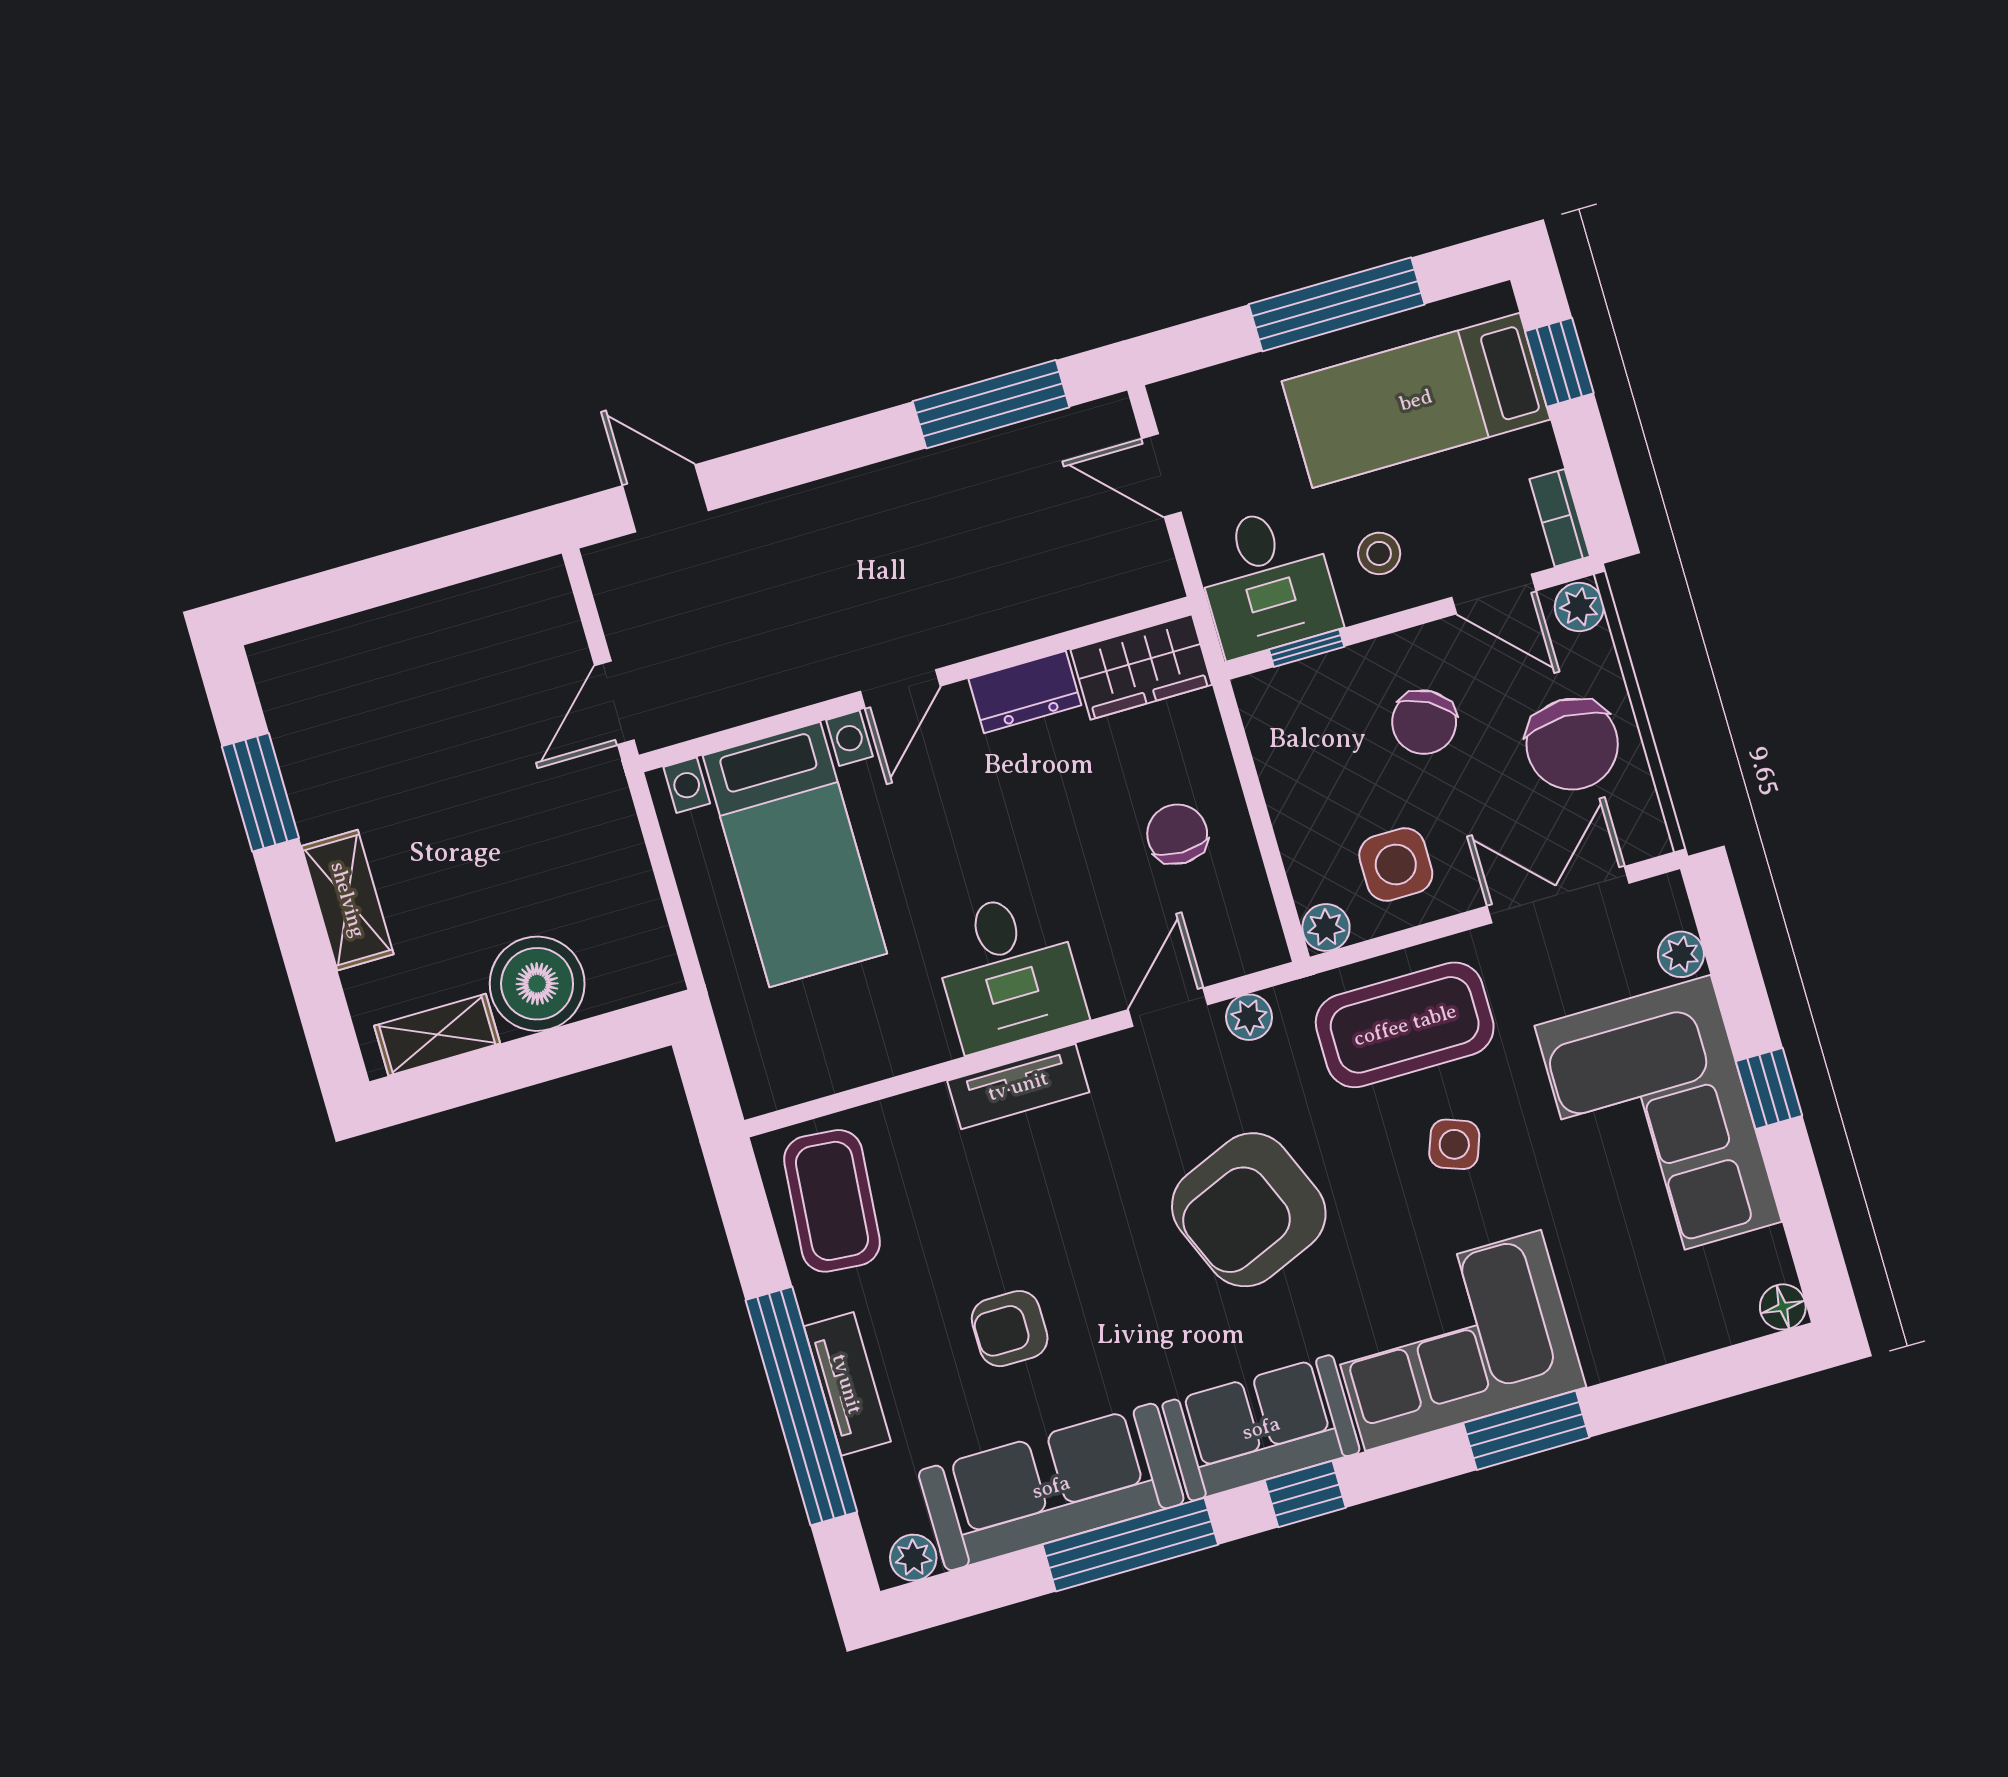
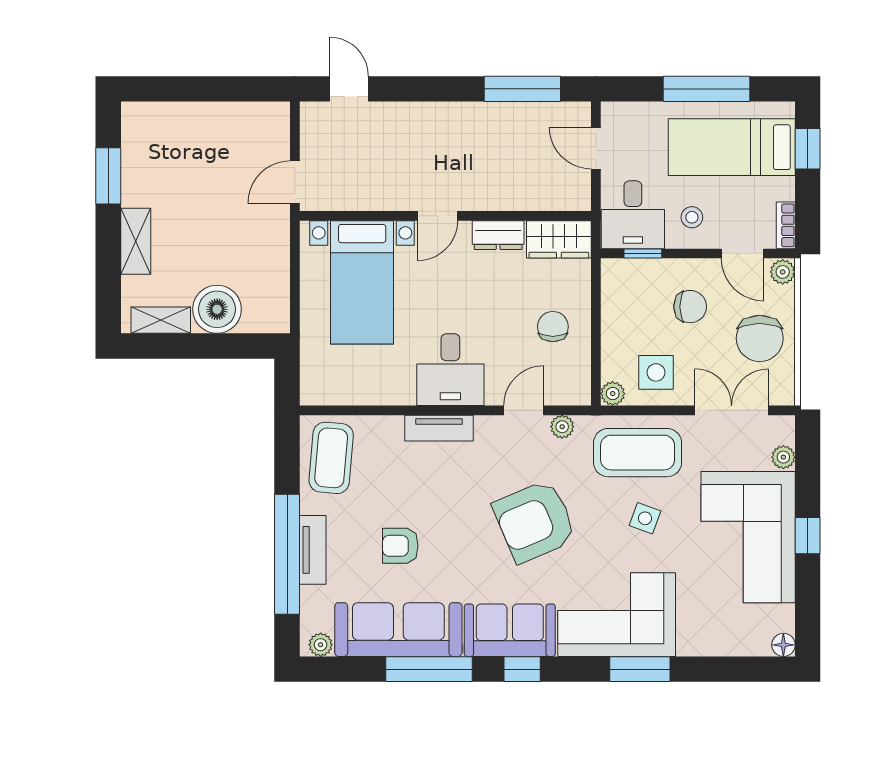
chair: (1424, 722) -> (690, 307), turned -120

